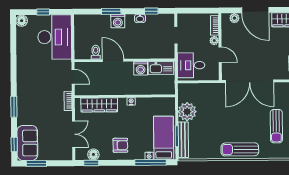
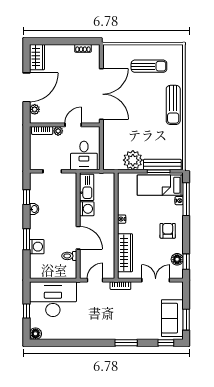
washing machine: (118, 21) -> (37, 247), moved
door: (113, 60) -> (78, 238), swing flipped
sofa: (27, 143) -> (172, 318), moved, turned -90

